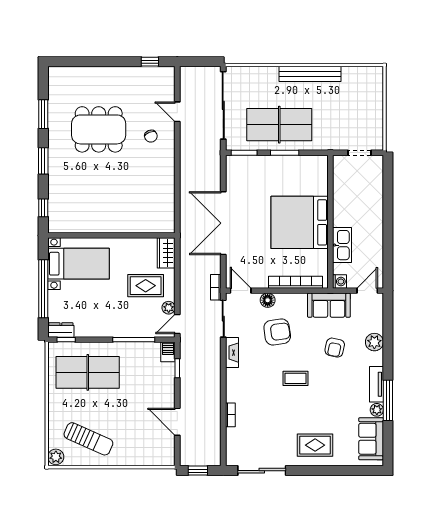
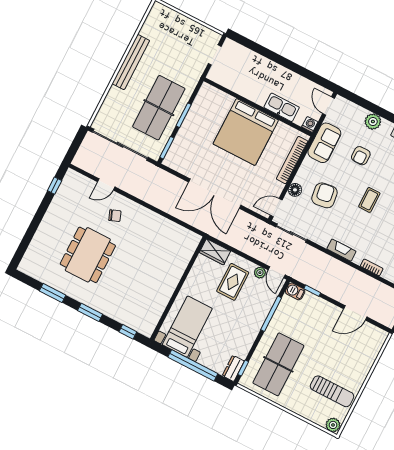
bookcase: (216, 287) -> (263, 226), removed
armchair: (335, 348) -> (361, 156), turned 78
fireplace: (232, 353) -> (341, 250), moved
sun lounger: (88, 439) -> (332, 391), turned 66

